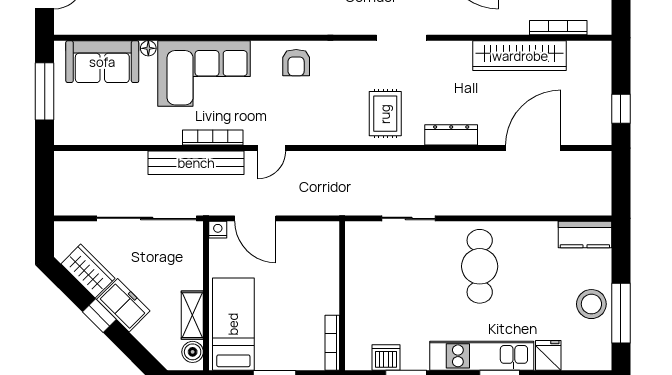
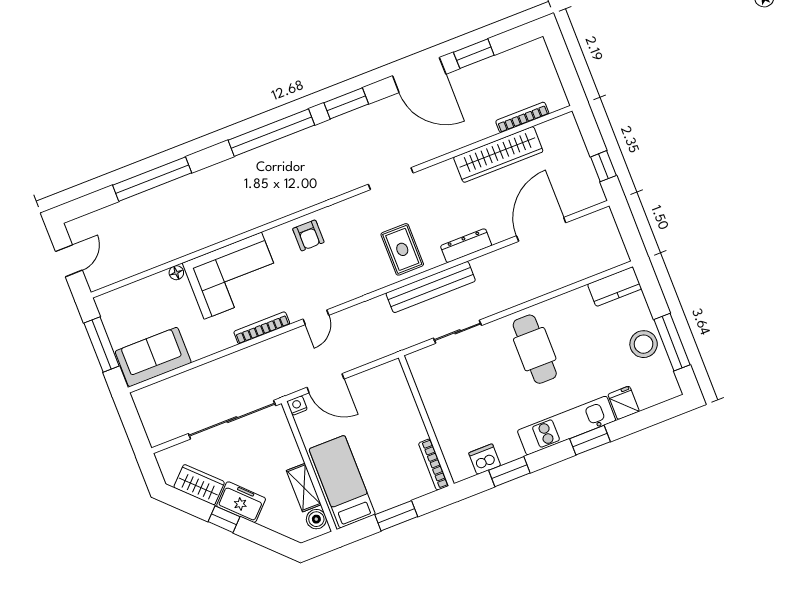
sofa: (102, 62) -> (153, 357), moved, turned 180
bench: (196, 163) -> (431, 287), moved

